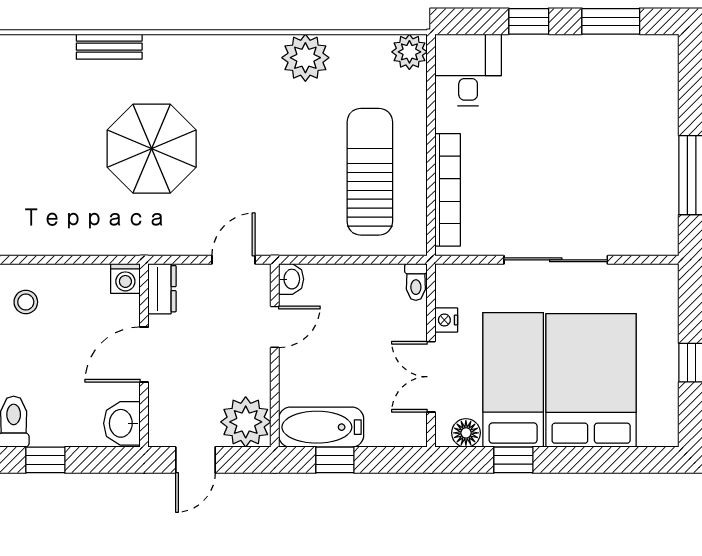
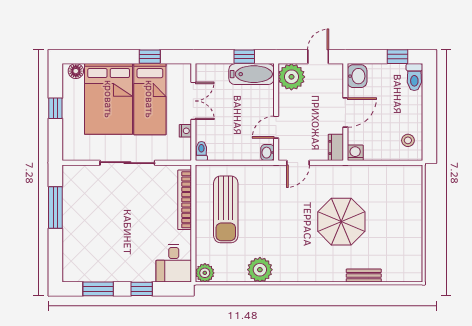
floor lamp: (466, 433) -> (76, 71), moved

